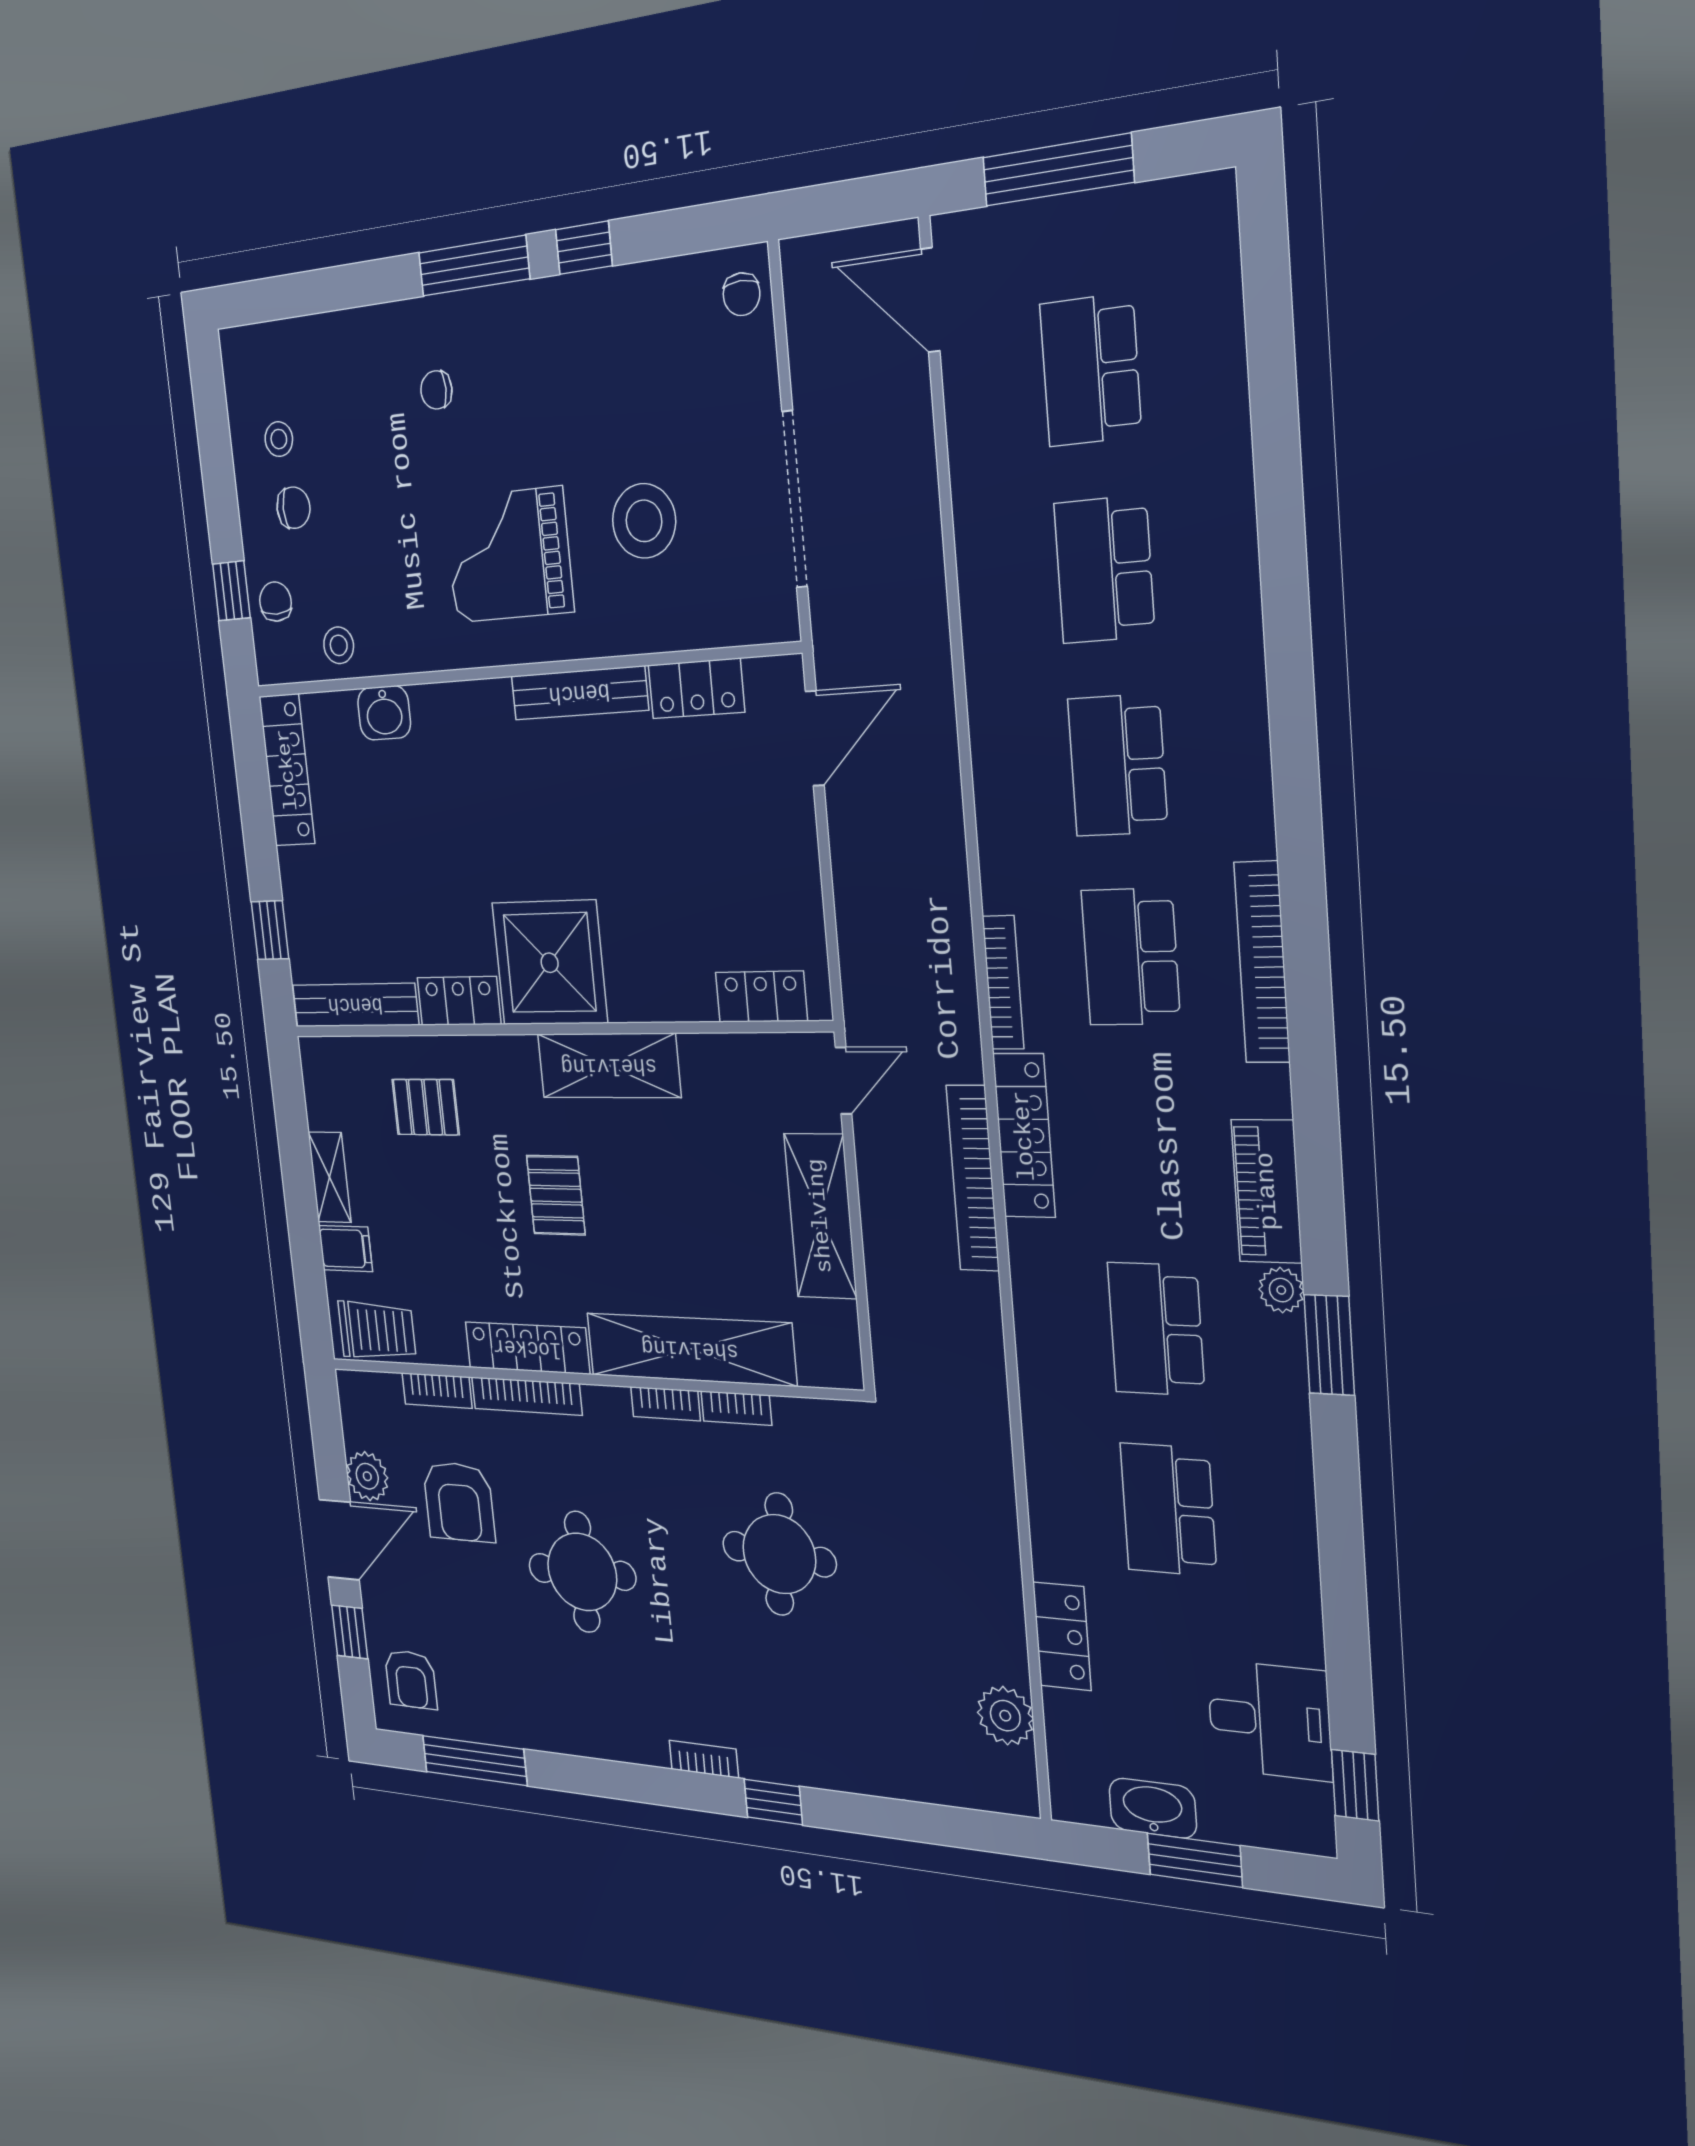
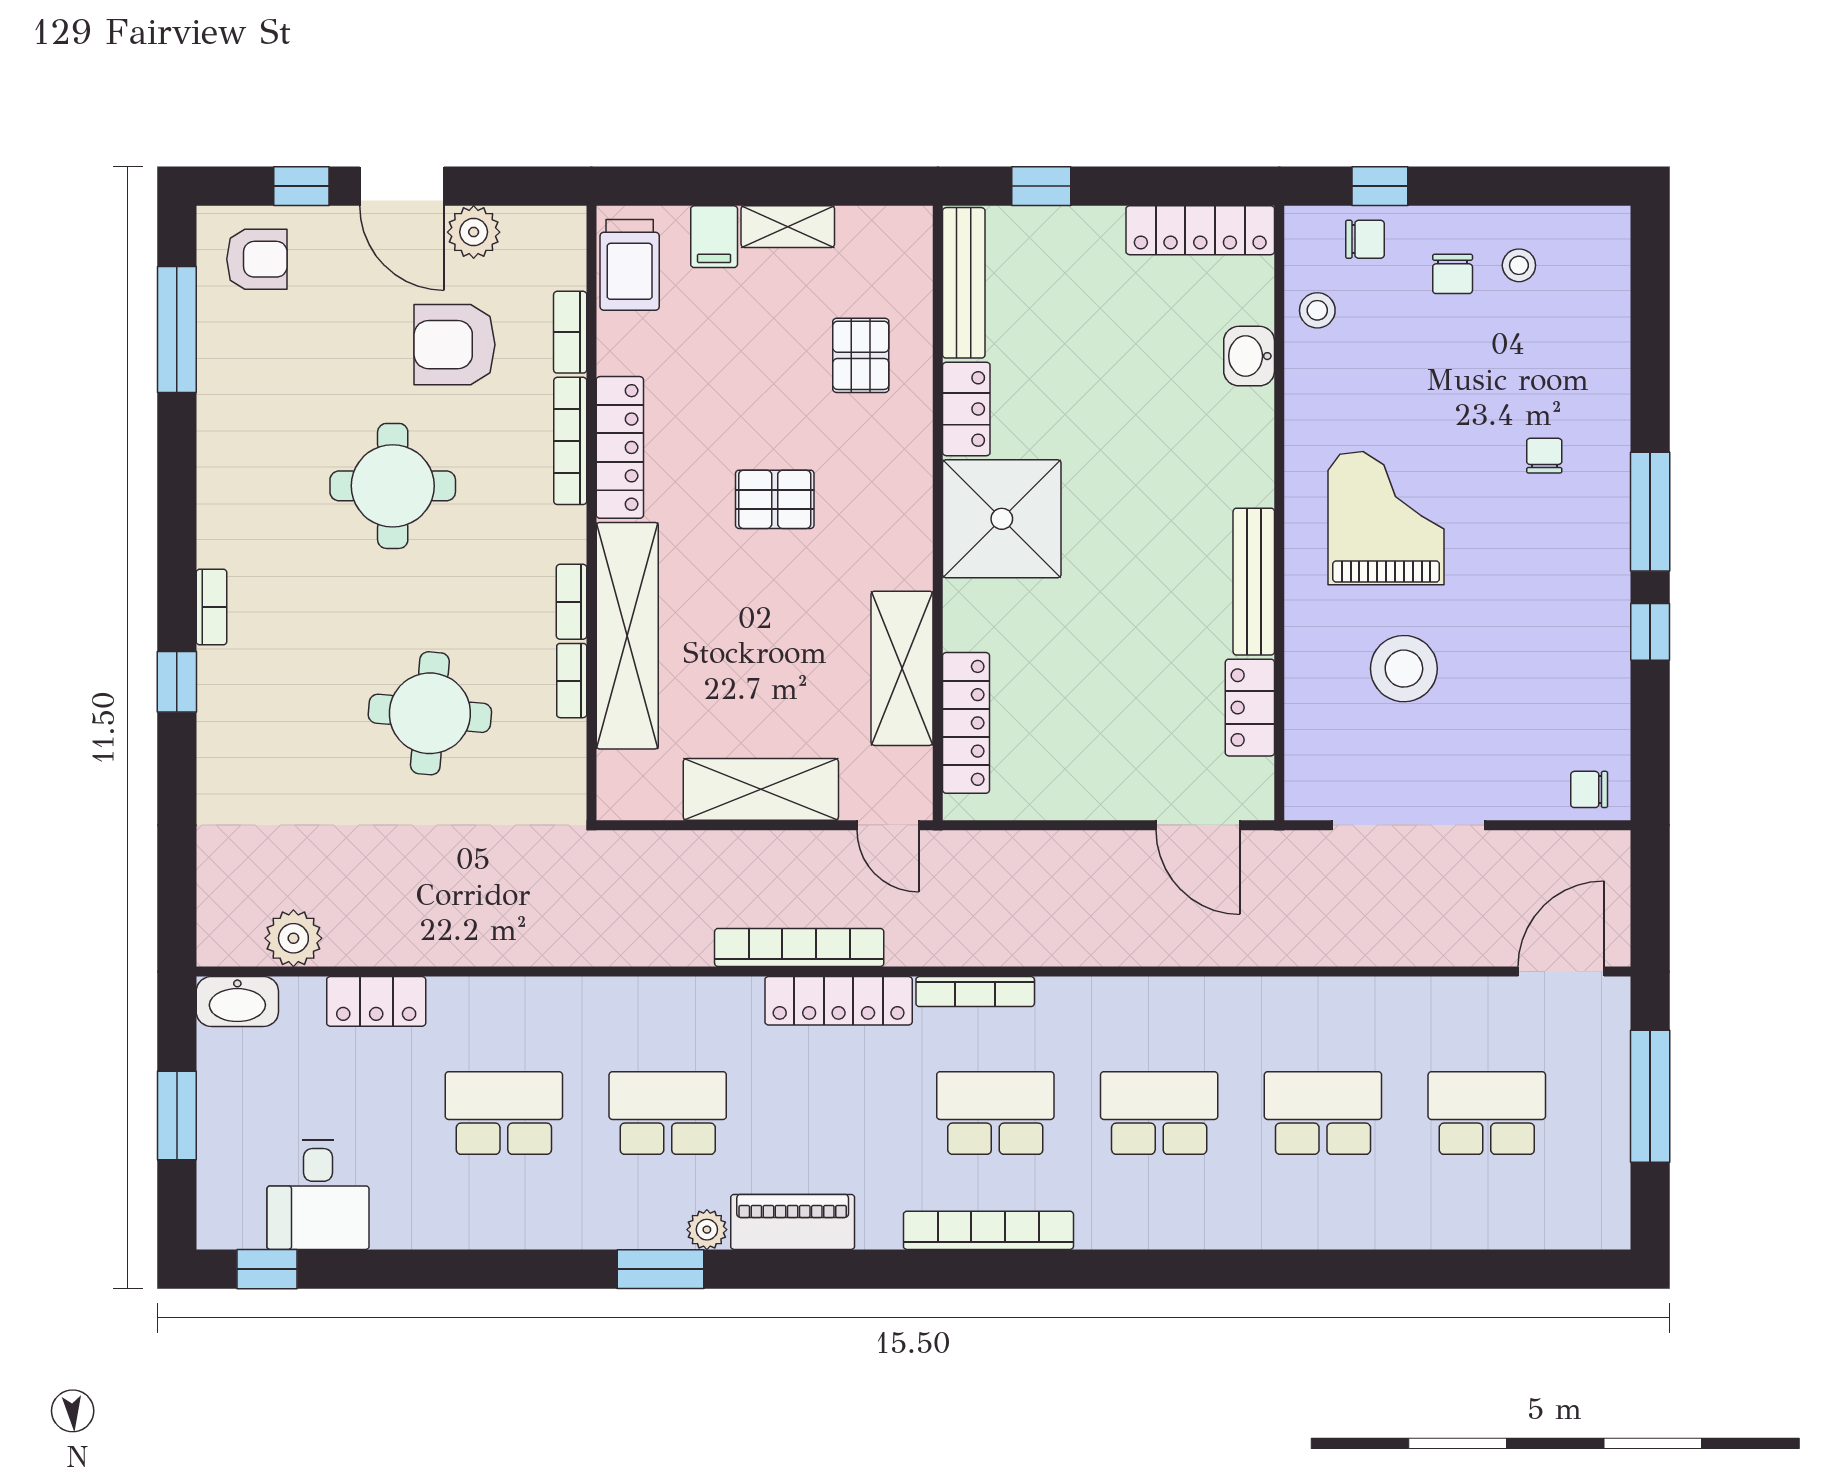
locker: (761, 997) -> (966, 723), width x1.53
shelving: (609, 1066) -> (902, 668), moved
armchair: (411, 1679) -> (257, 259), turned 180
washbasin: (1153, 1808) -> (237, 1002), moved, turned 90

